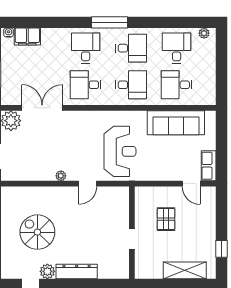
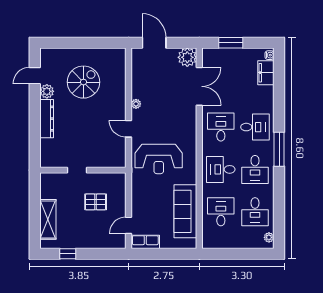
desk: (177, 48) -> (255, 212), turned 90
desk: (131, 85) -> (221, 169), turned 90

